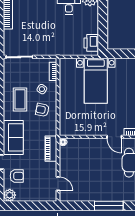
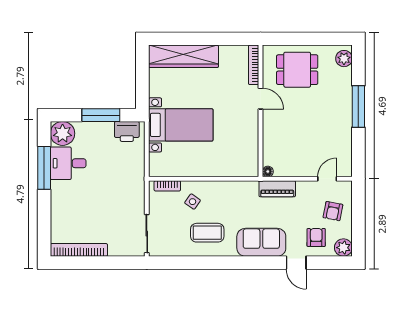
window: (103, 25) -> (101, 115), added
armchair: (42, 110) -> (333, 211), moved
door: (114, 137) -> (261, 99), hinge flipped

